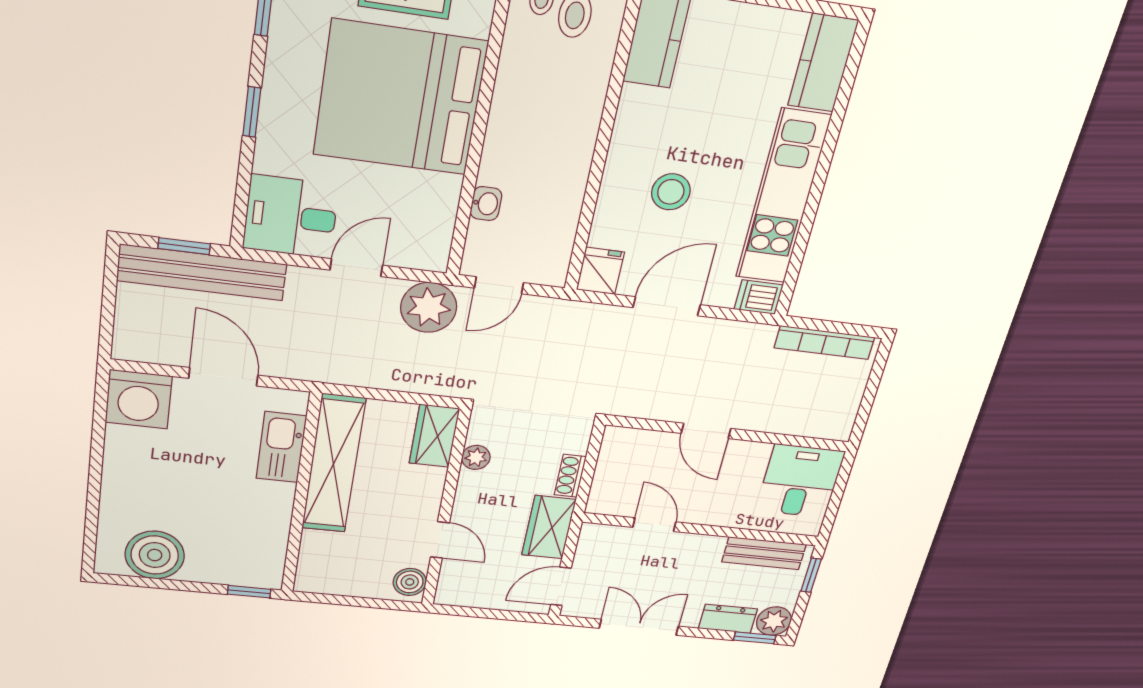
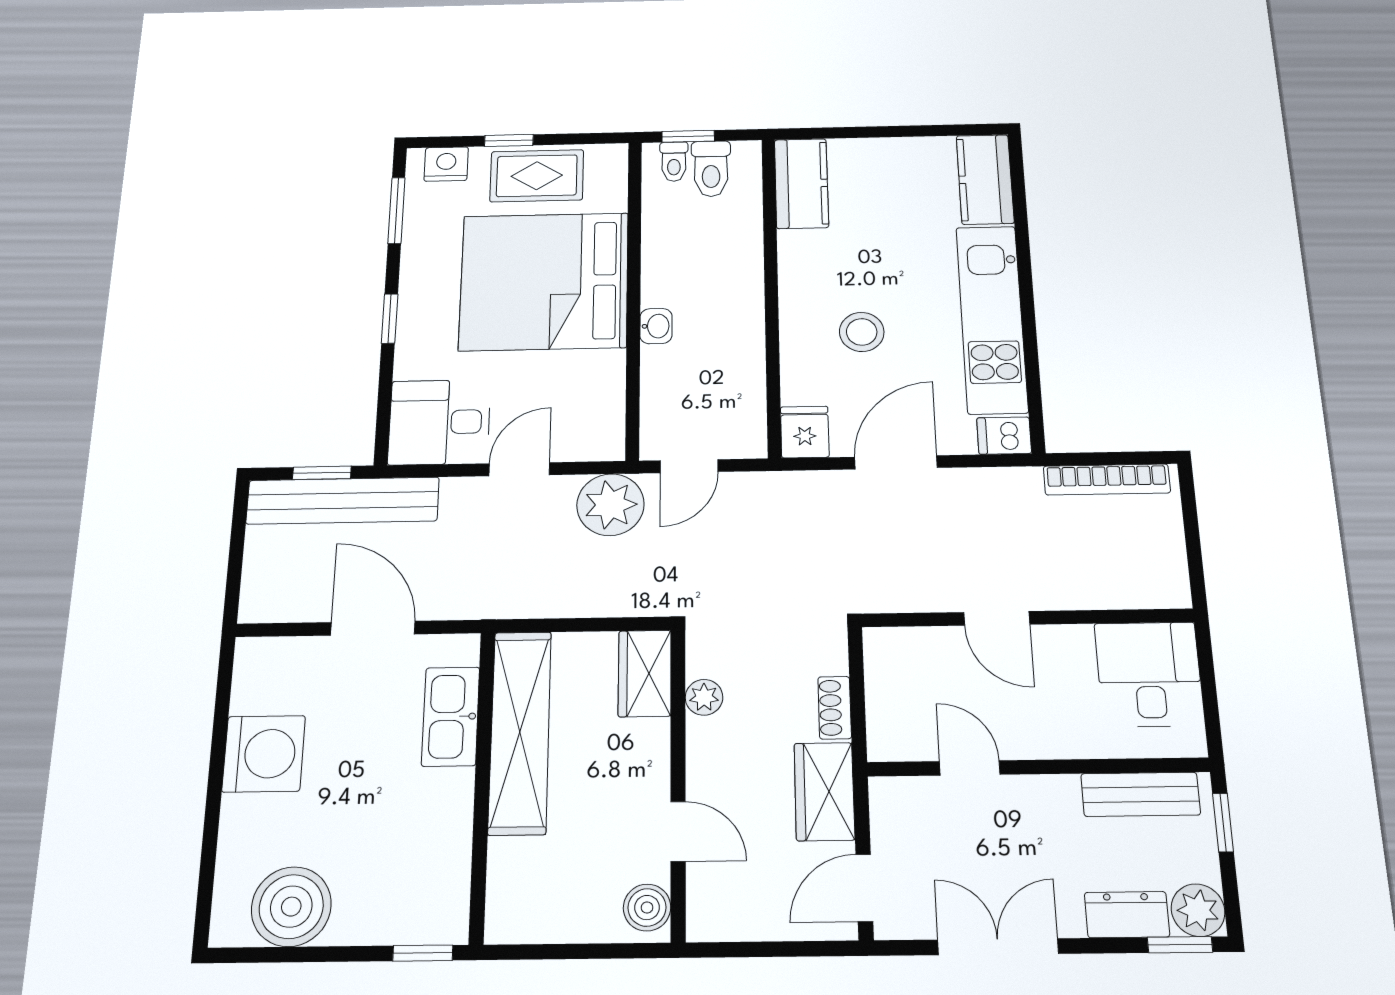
washbasin: (486, 204) -> (656, 326), moved
washing machine: (139, 399) -> (264, 754), moved, turned -90

